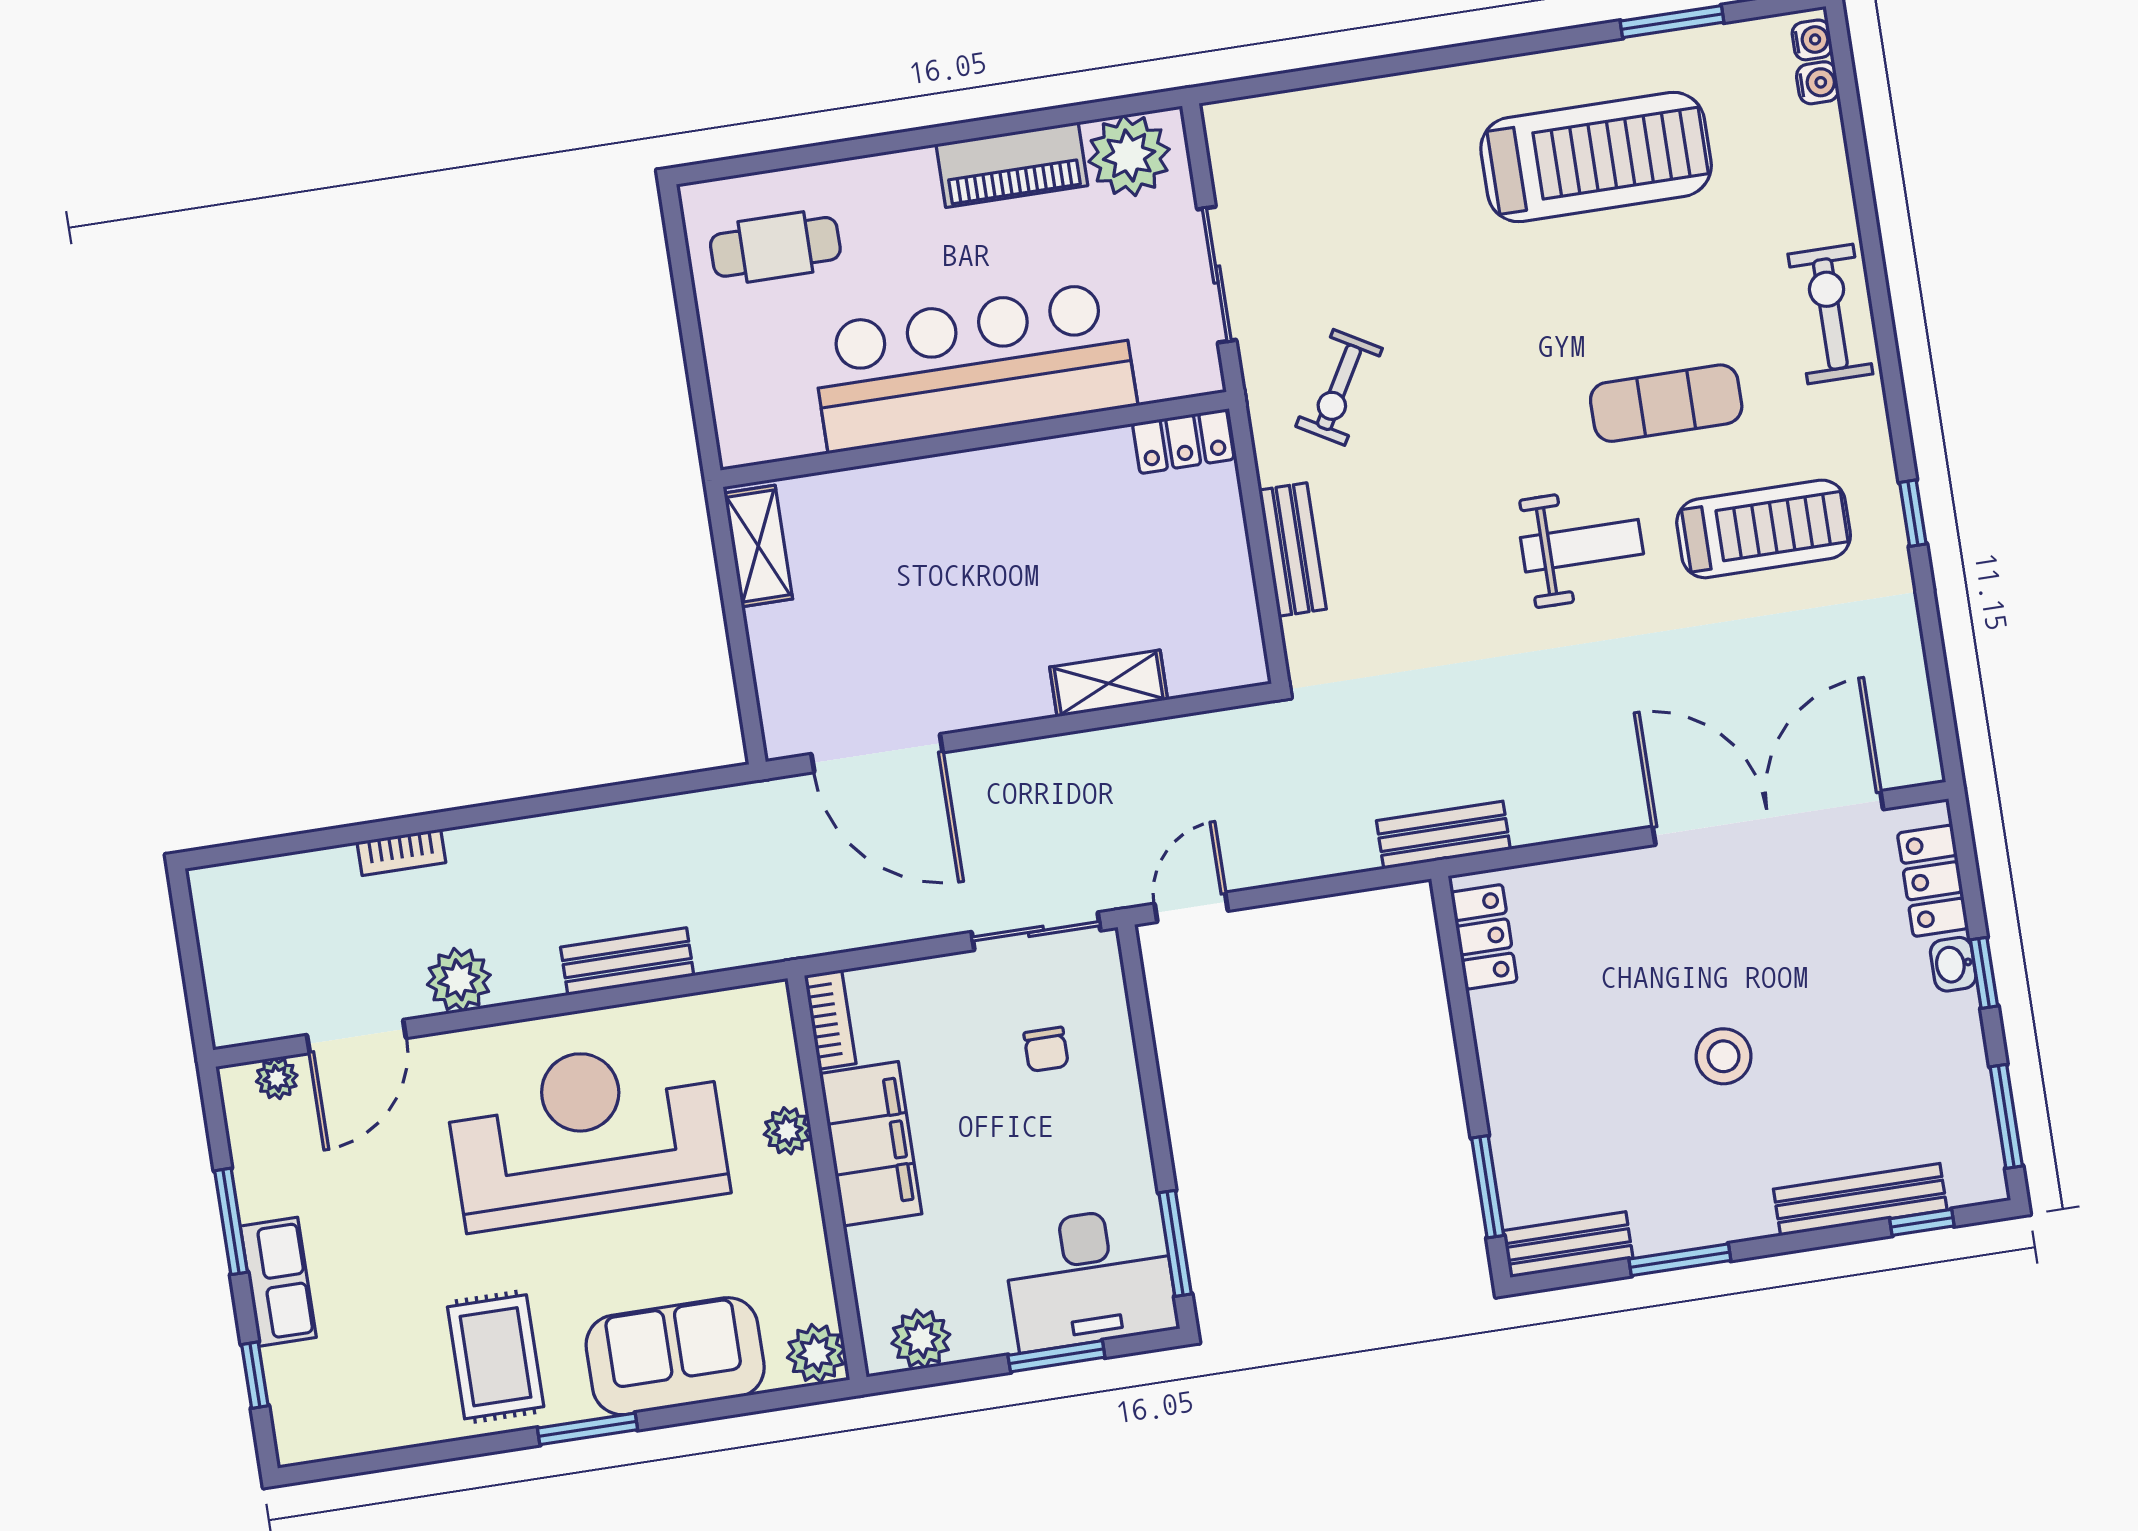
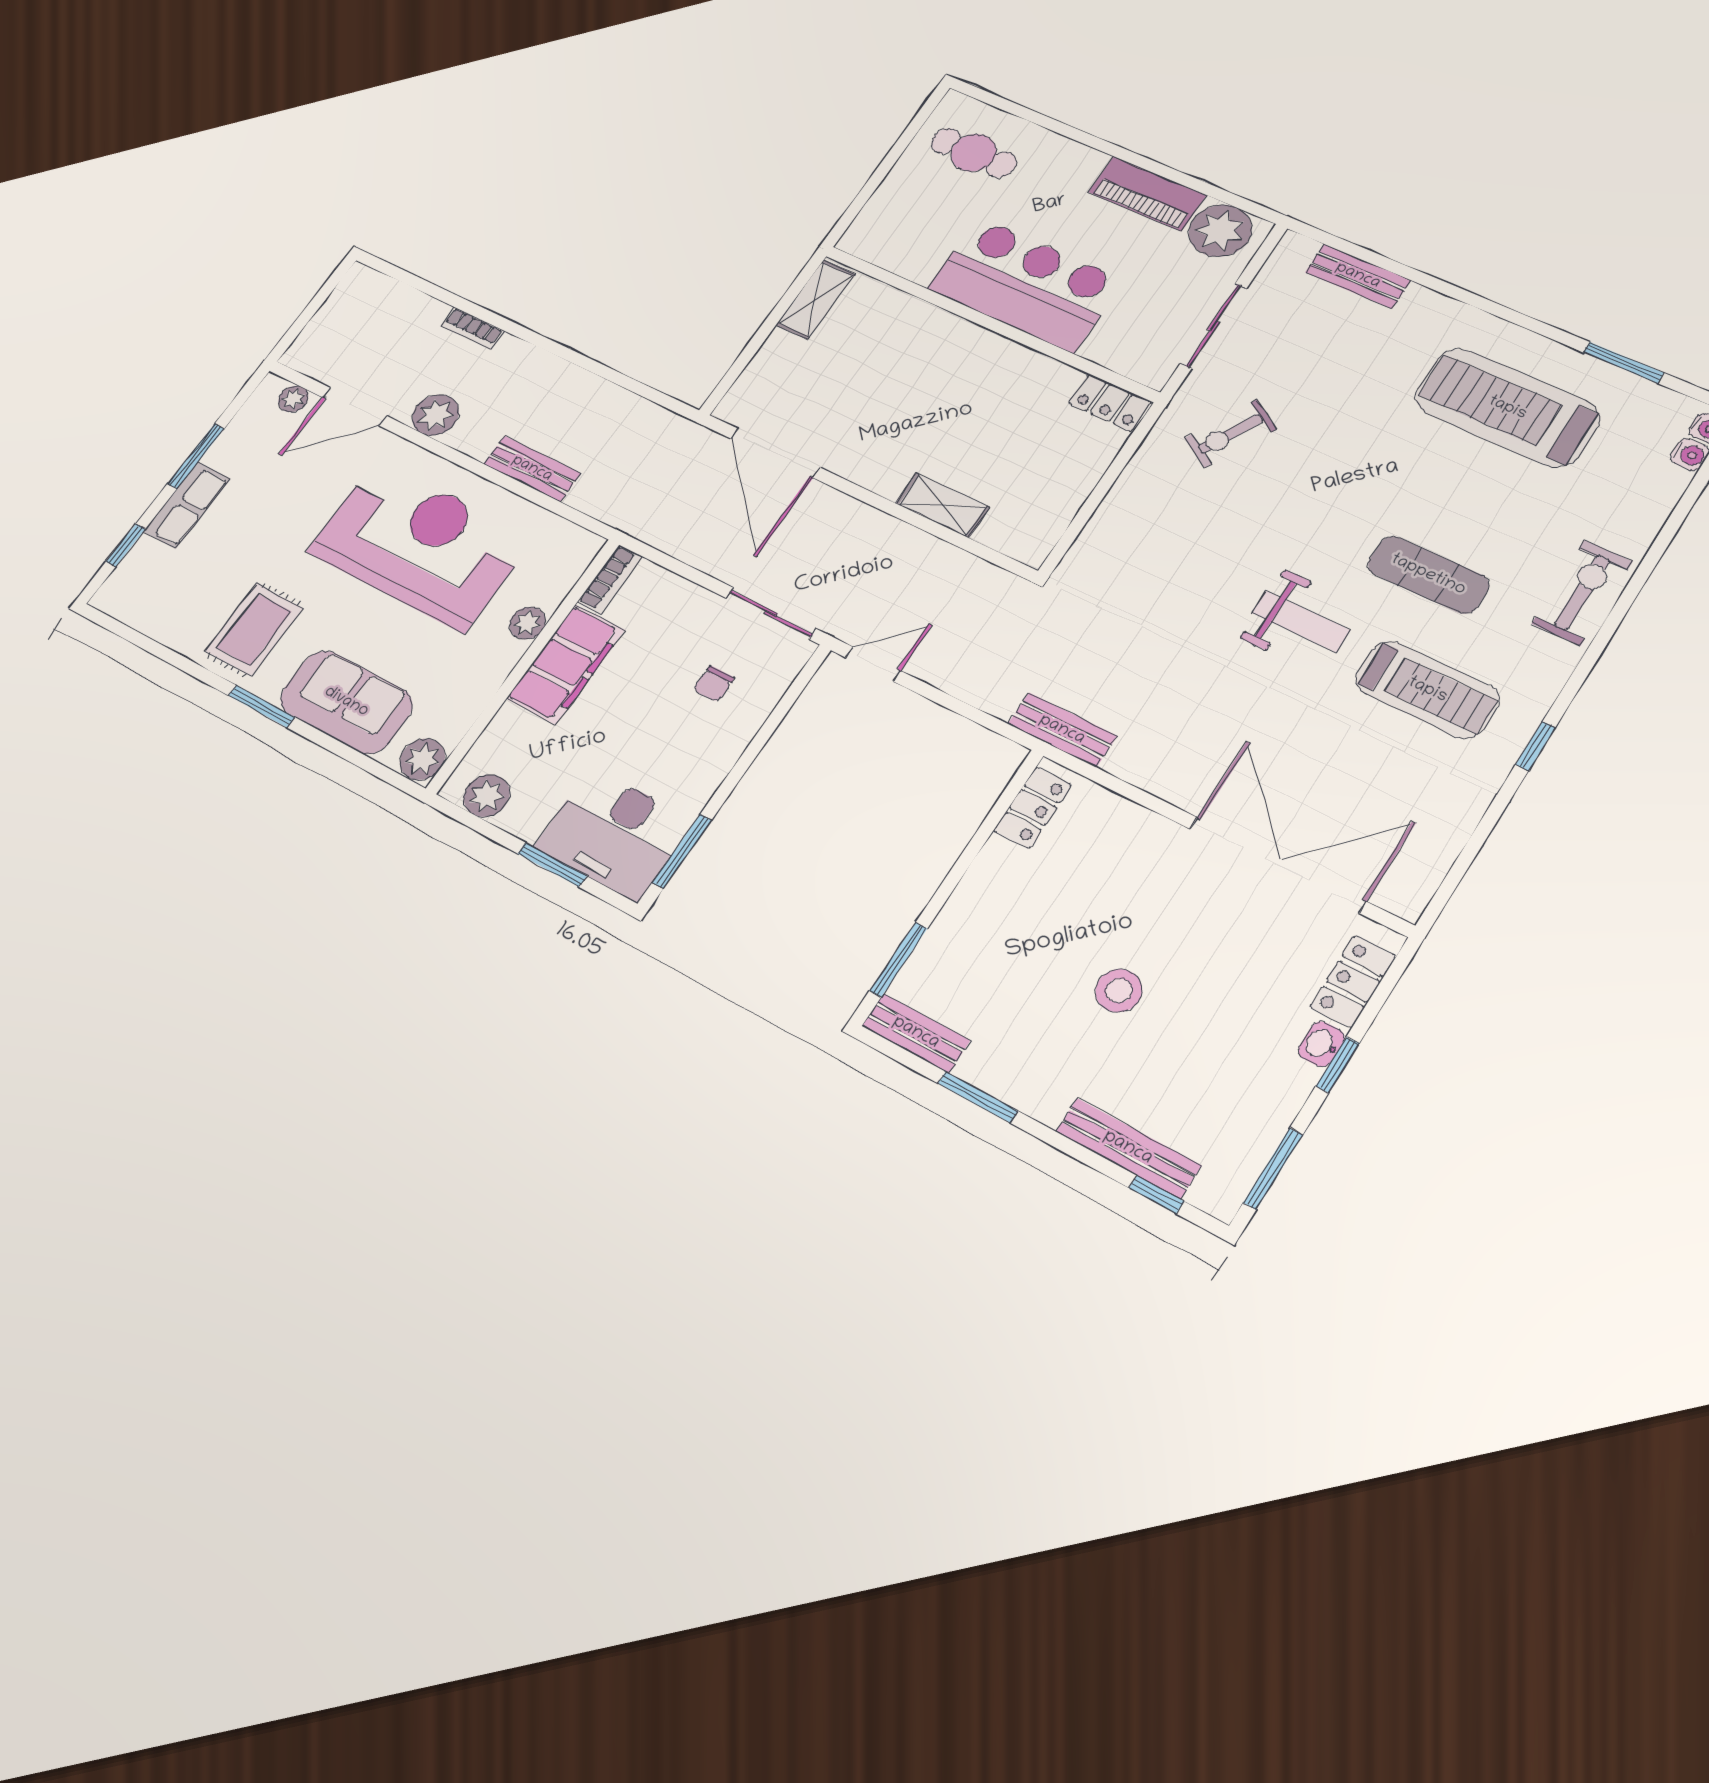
treadmill: (1596, 157) -> (1507, 408), turned 180
bar counter: (973, 367) -> (1026, 284), width x0.73
bench: (1293, 550) -> (1358, 276), moved, turned 90

